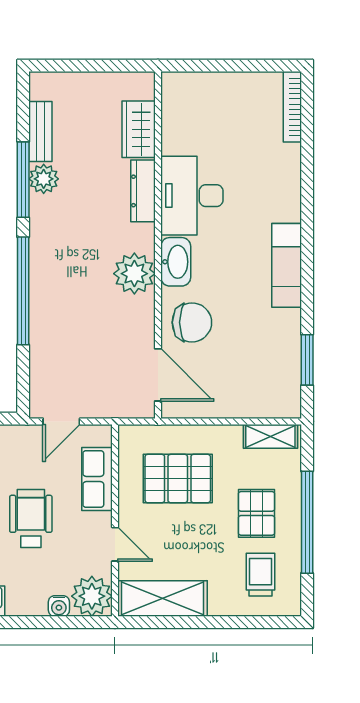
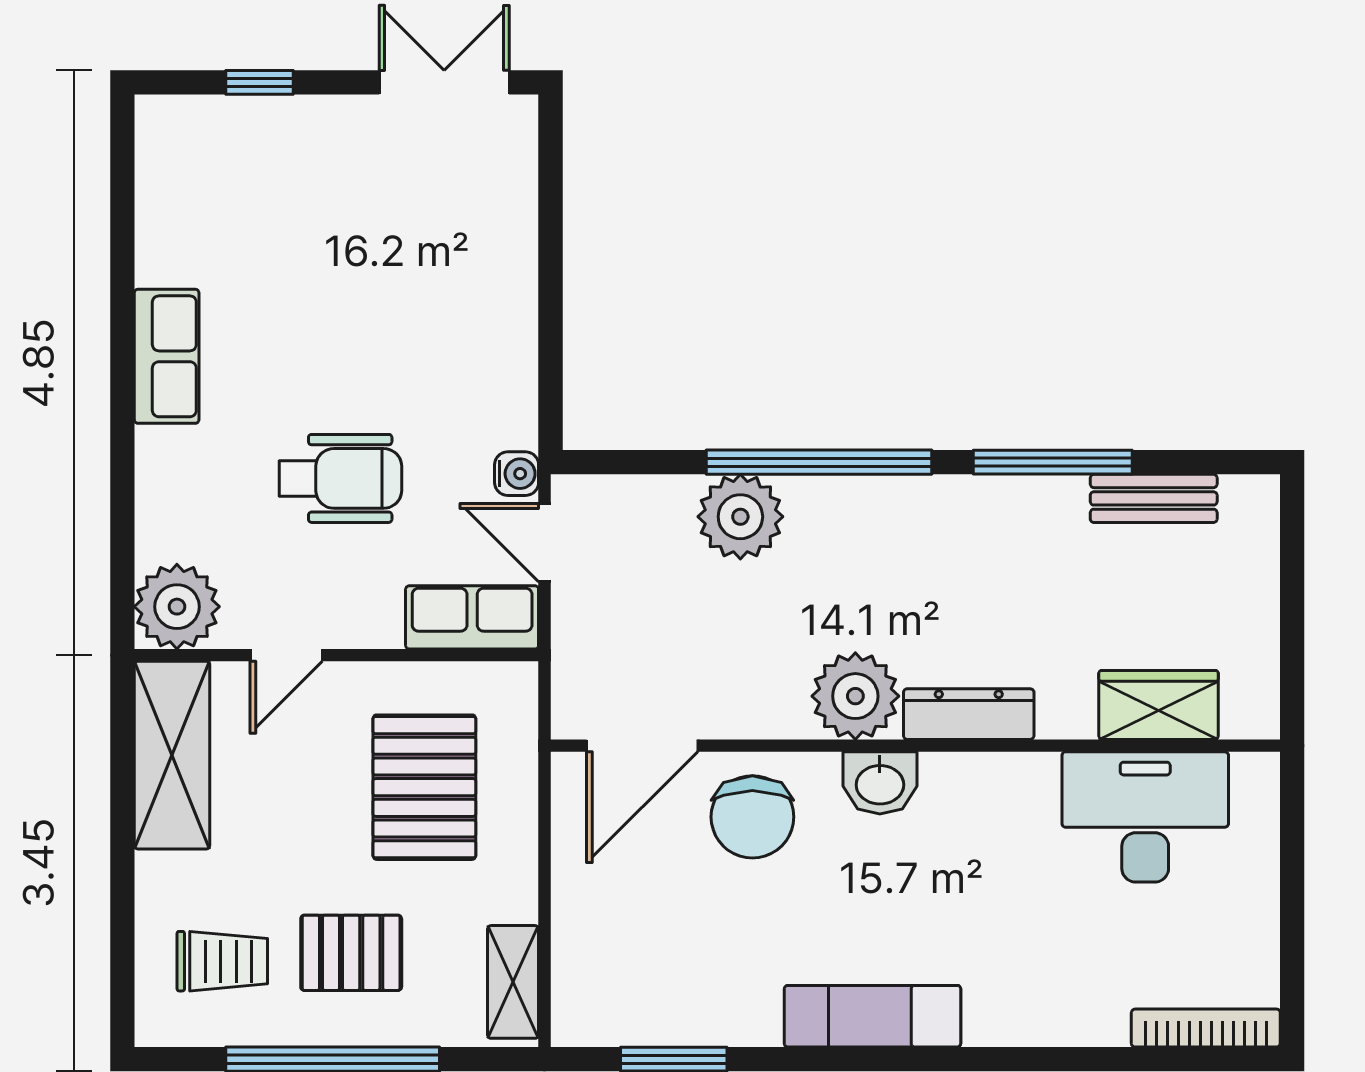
plant: (44, 179) -> (740, 517), moved, width x1.36, depth x1.36
dresser: (143, 191) -> (969, 714), moved
desk: (192, 196) -> (1145, 817), moved
washbasin: (176, 262) -> (880, 783), width x0.72
row of seats: (97, 479) -> (472, 617), moved
water cooler: (59, 606) -> (517, 474), moved, turned 180

